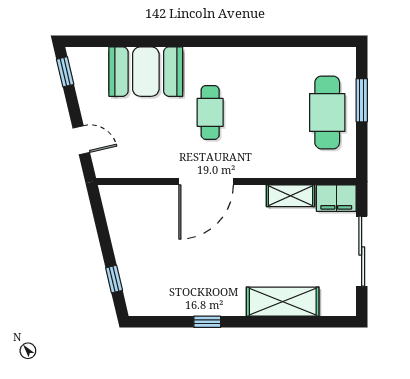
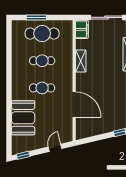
cafe table: (269, 112) -> (42, 61), added
door: (206, 181) -> (74, 105), moved
shelving: (290, 196) -> (81, 61), moved

